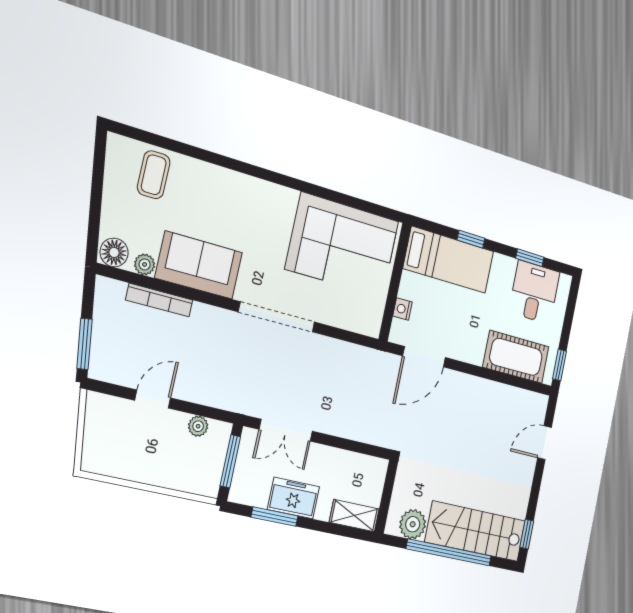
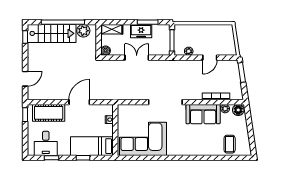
door: (424, 357) -> (79, 102), moved
double door: (286, 430) -> (137, 58), moved
boiler: (377, 469) -> (106, 51), added

